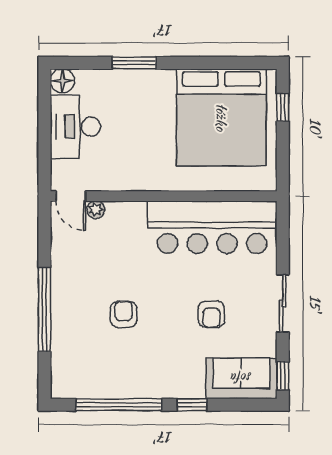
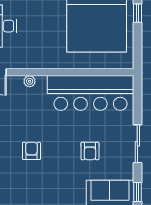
plant: (96, 210) -> (30, 81), moved

